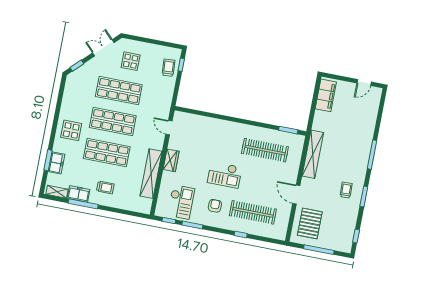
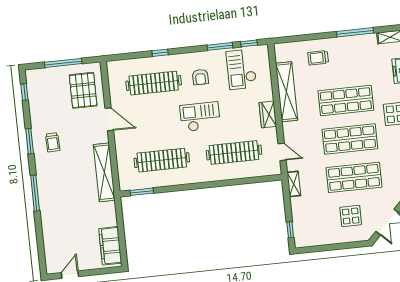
trolley: (168, 68) -> (304, 222), removed
shelving: (167, 100) -> (294, 184), added
clothes rail: (207, 139) -> (234, 152), added
trolley: (105, 187) -> (318, 58), moved
freezer: (79, 194) -> (364, 42), removed

